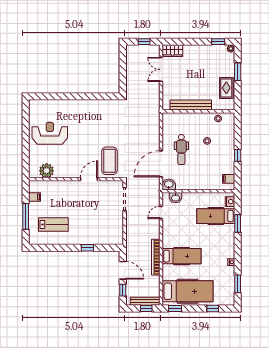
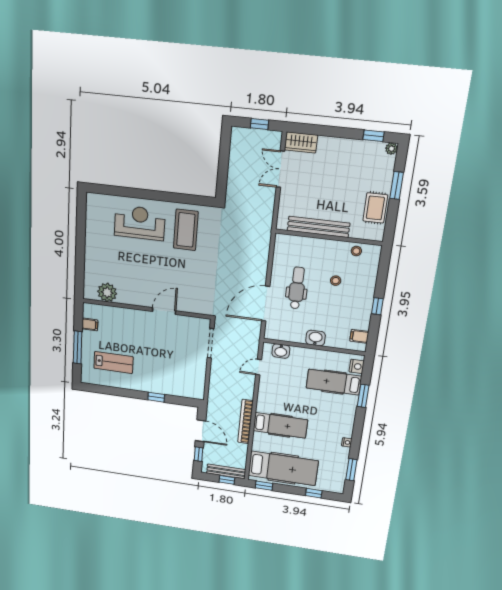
reception desk: (50, 133) -> (140, 223), moved
dental chair: (181, 150) -> (297, 288), turned 180
coffee table: (109, 161) -> (186, 230), moved
washbasin: (169, 185) -> (316, 338), moved

